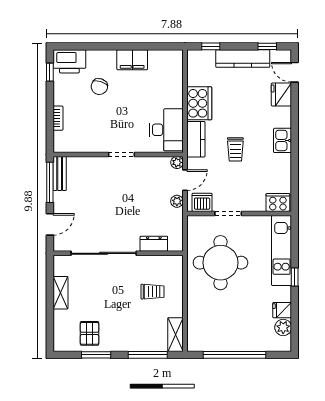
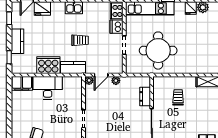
kitchen counter: (243, 59) -> (17, 41), width x0.67
filing cabinet: (132, 60) -> (22, 83), moved, turned 90
desk: (167, 130) -> (48, 88), moved
door: (185, 180) -> (101, 75), swing flipped
dishwasher: (202, 202) -> (117, 27), moved

